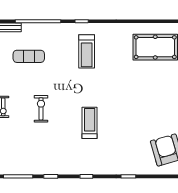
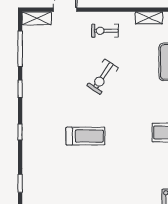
exercise bike: (41, 109) -> (103, 77), turned 124

